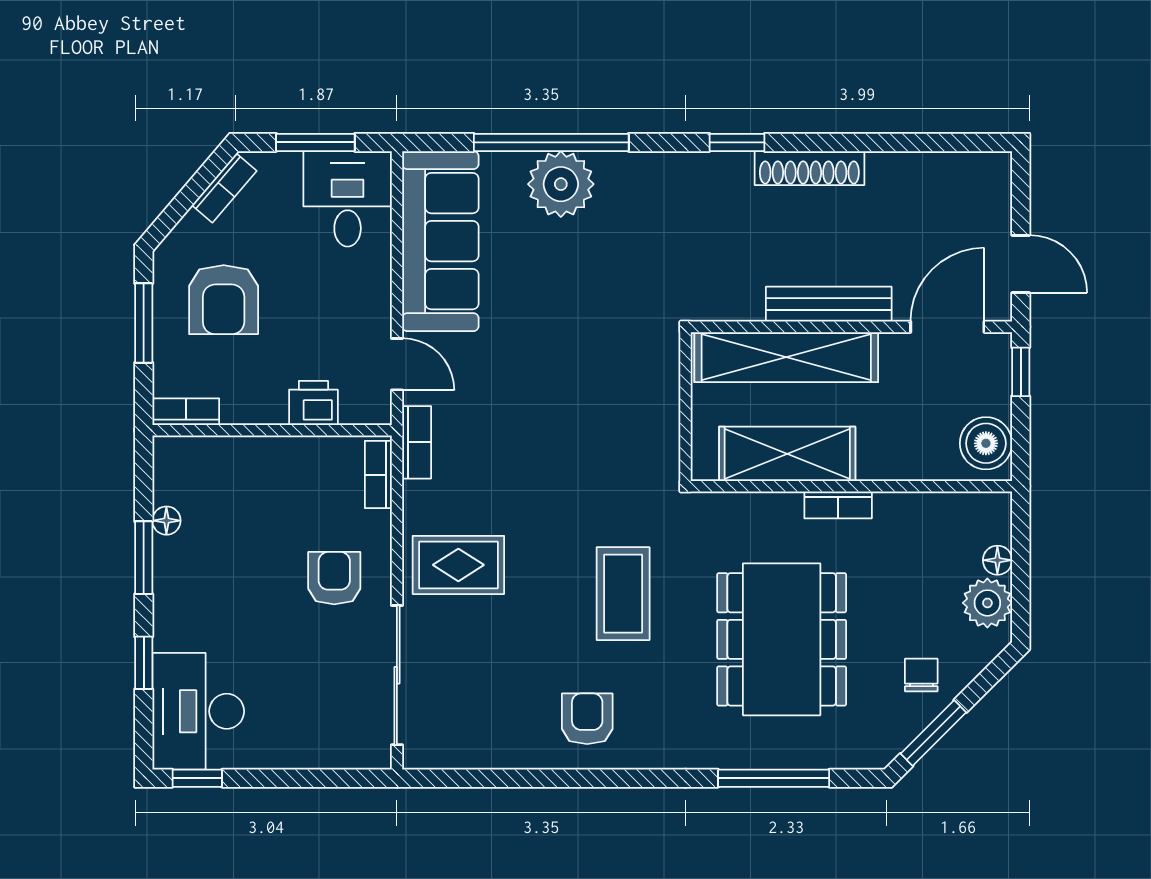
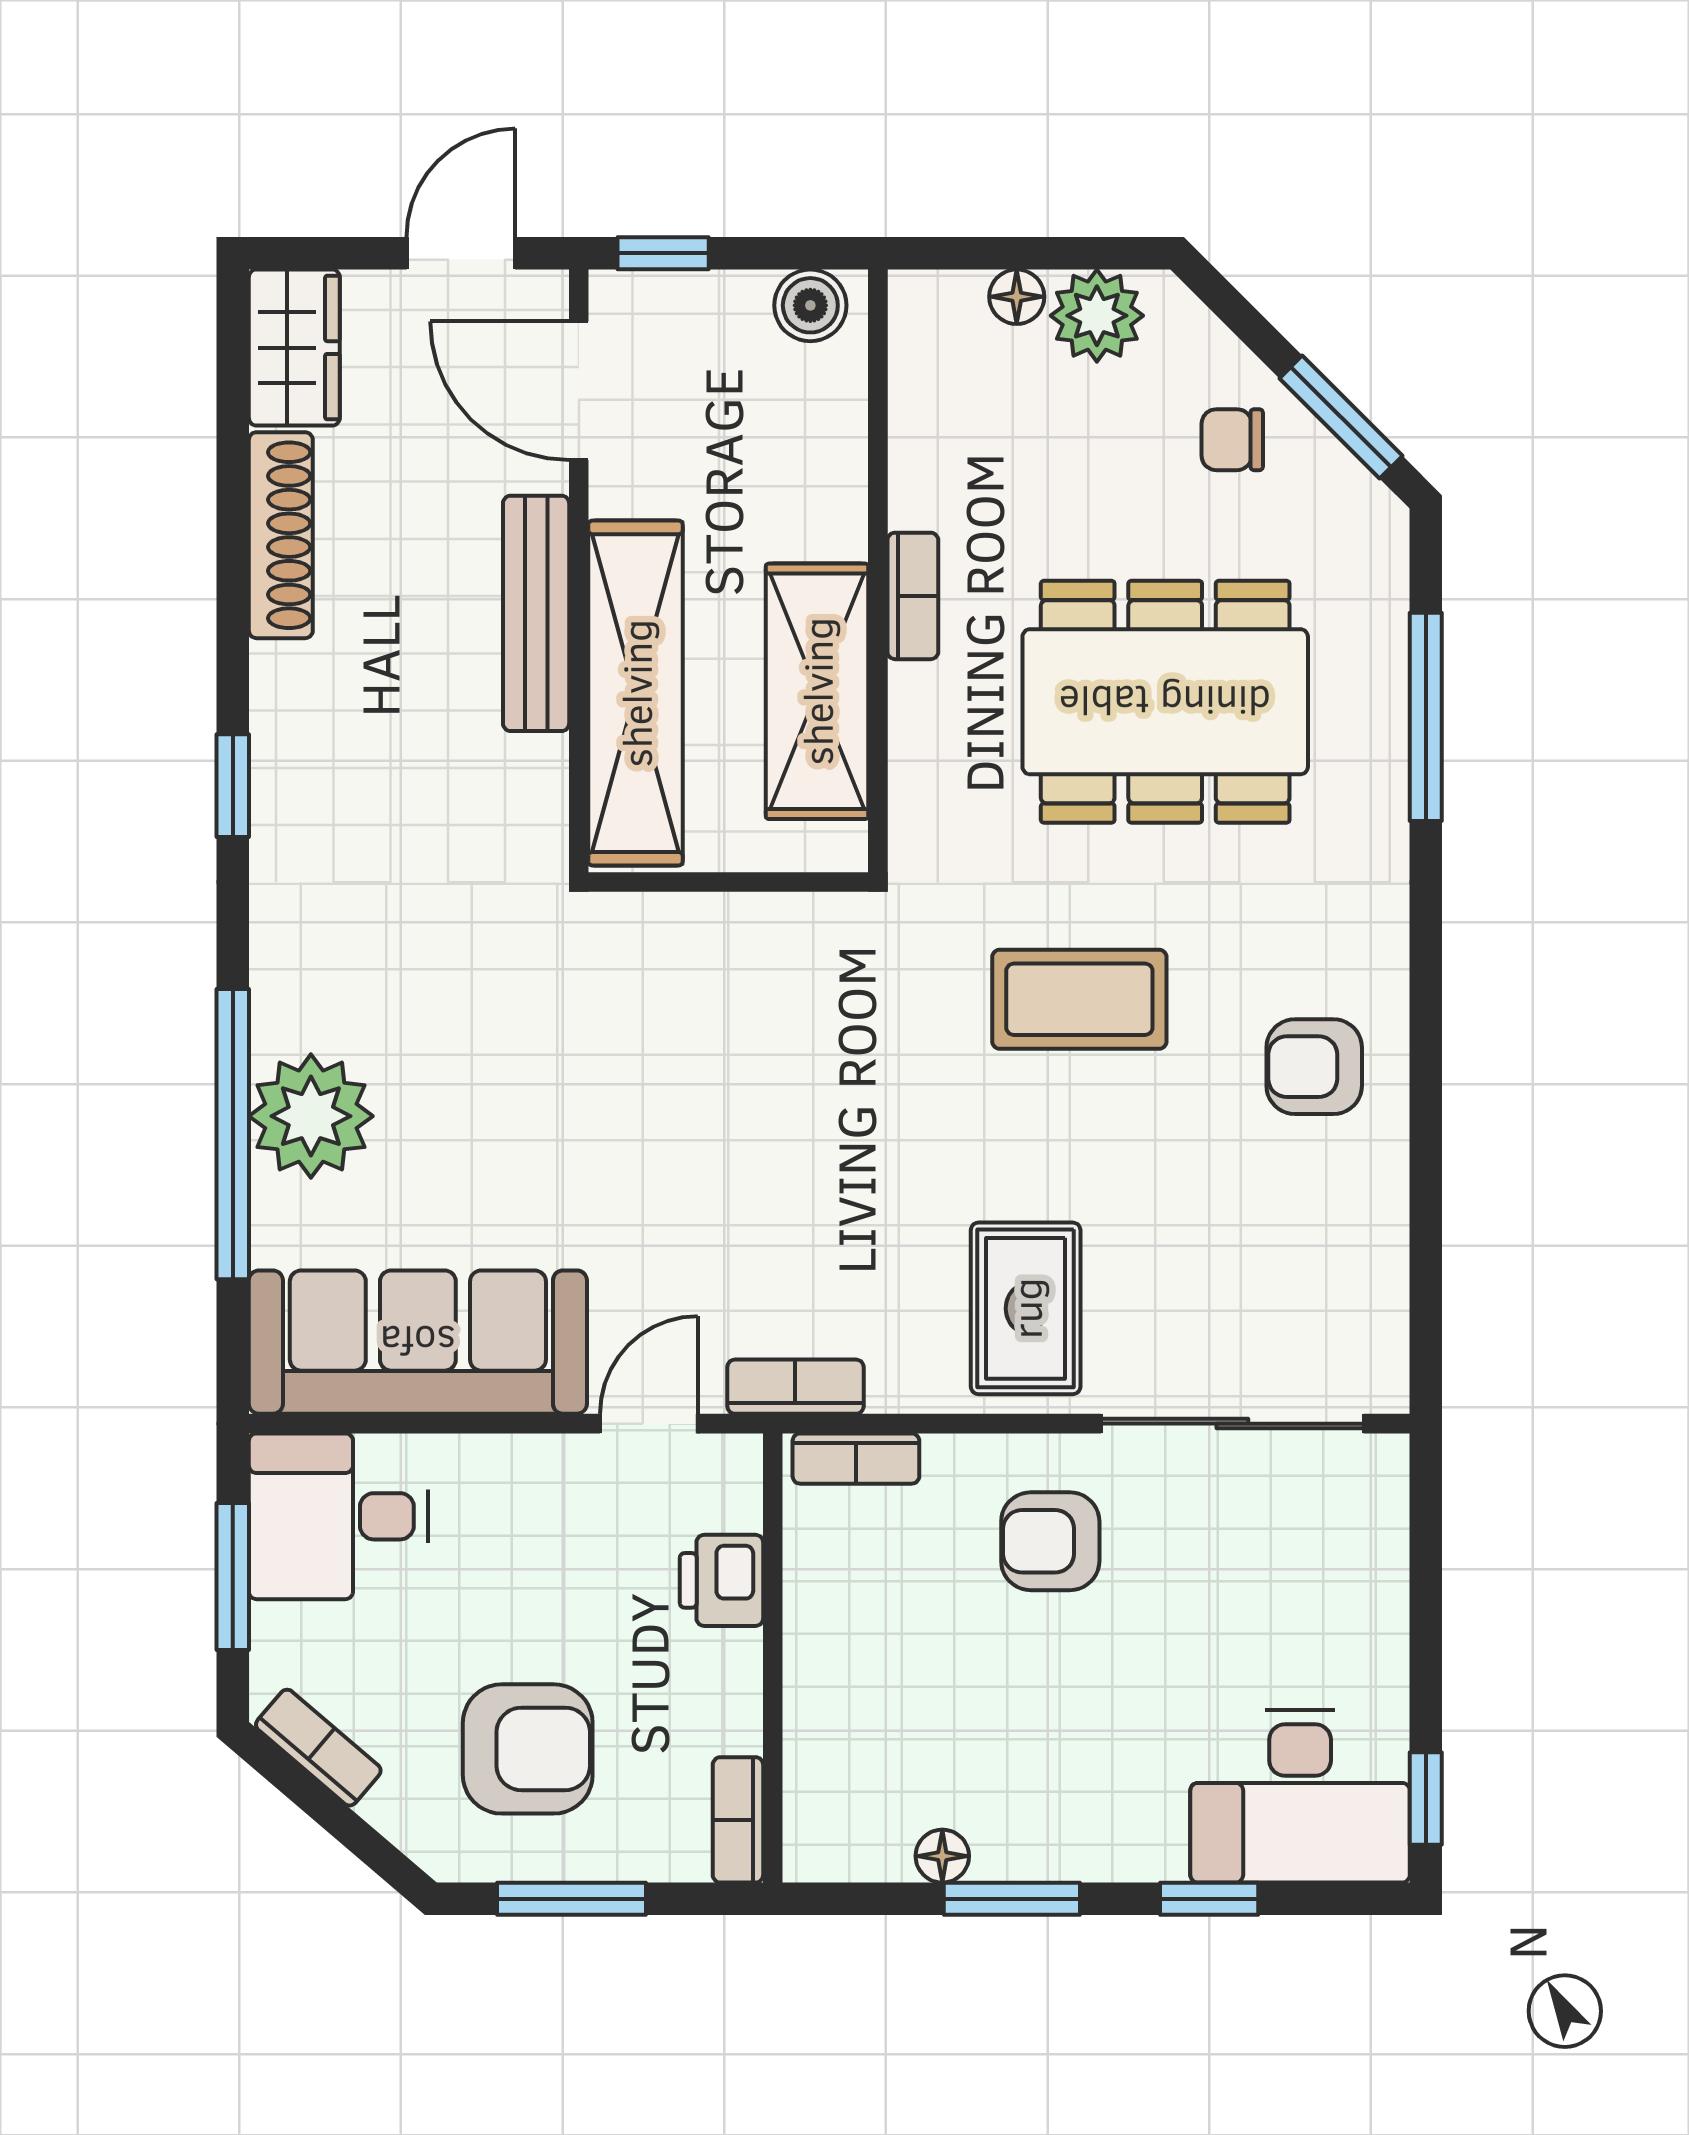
shoe rack: (809, 168) -> (281, 535), moved
wardrobe: (970, 175) -> (294, 348), added
boiler: (986, 443) -> (810, 305), width x0.73, depth x0.73

